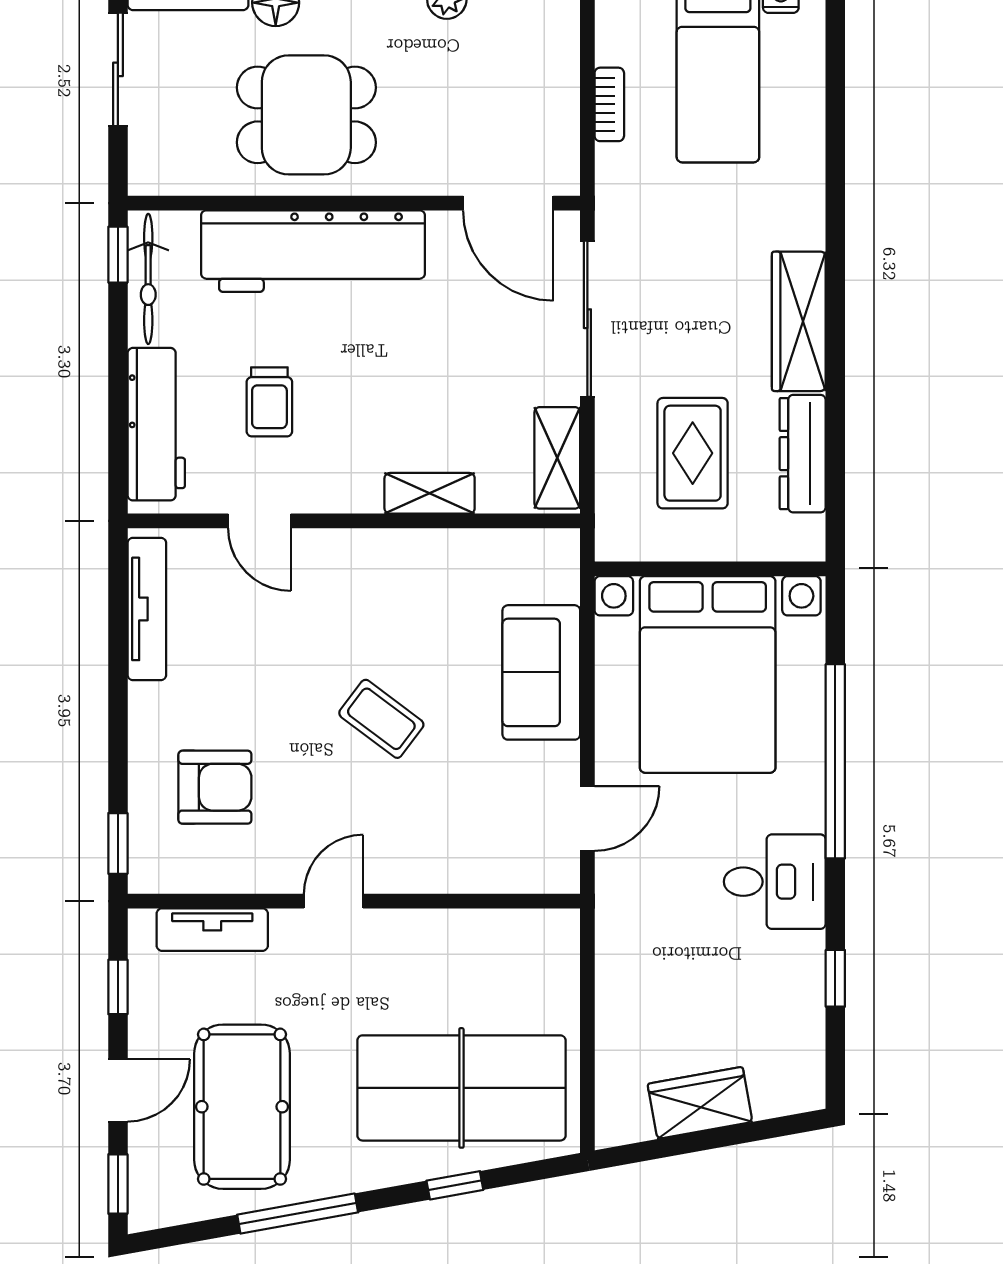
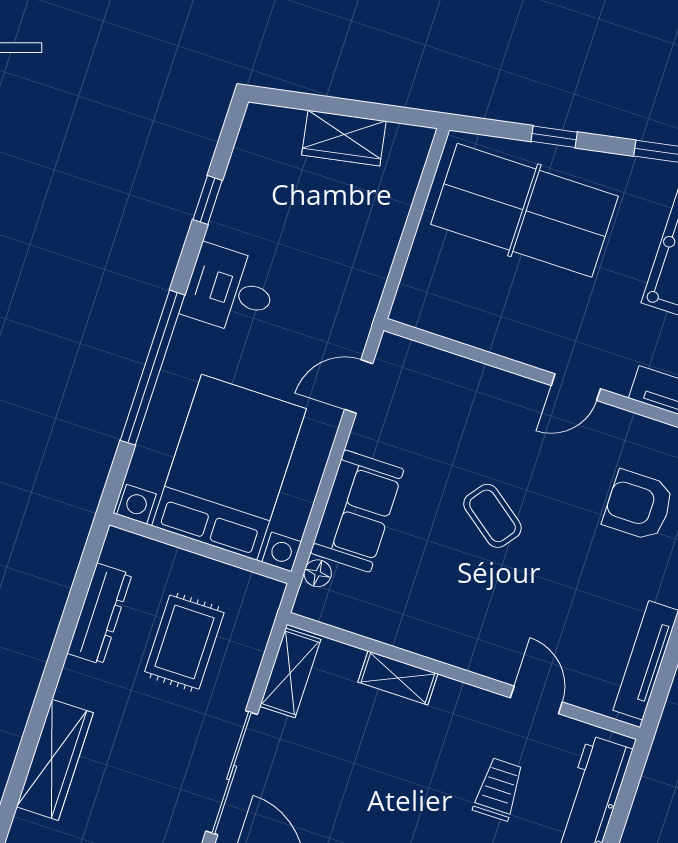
wardrobe: (799, 321) -> (55, 760), moved
floor lamp: (563, 585) -> (318, 573), added

